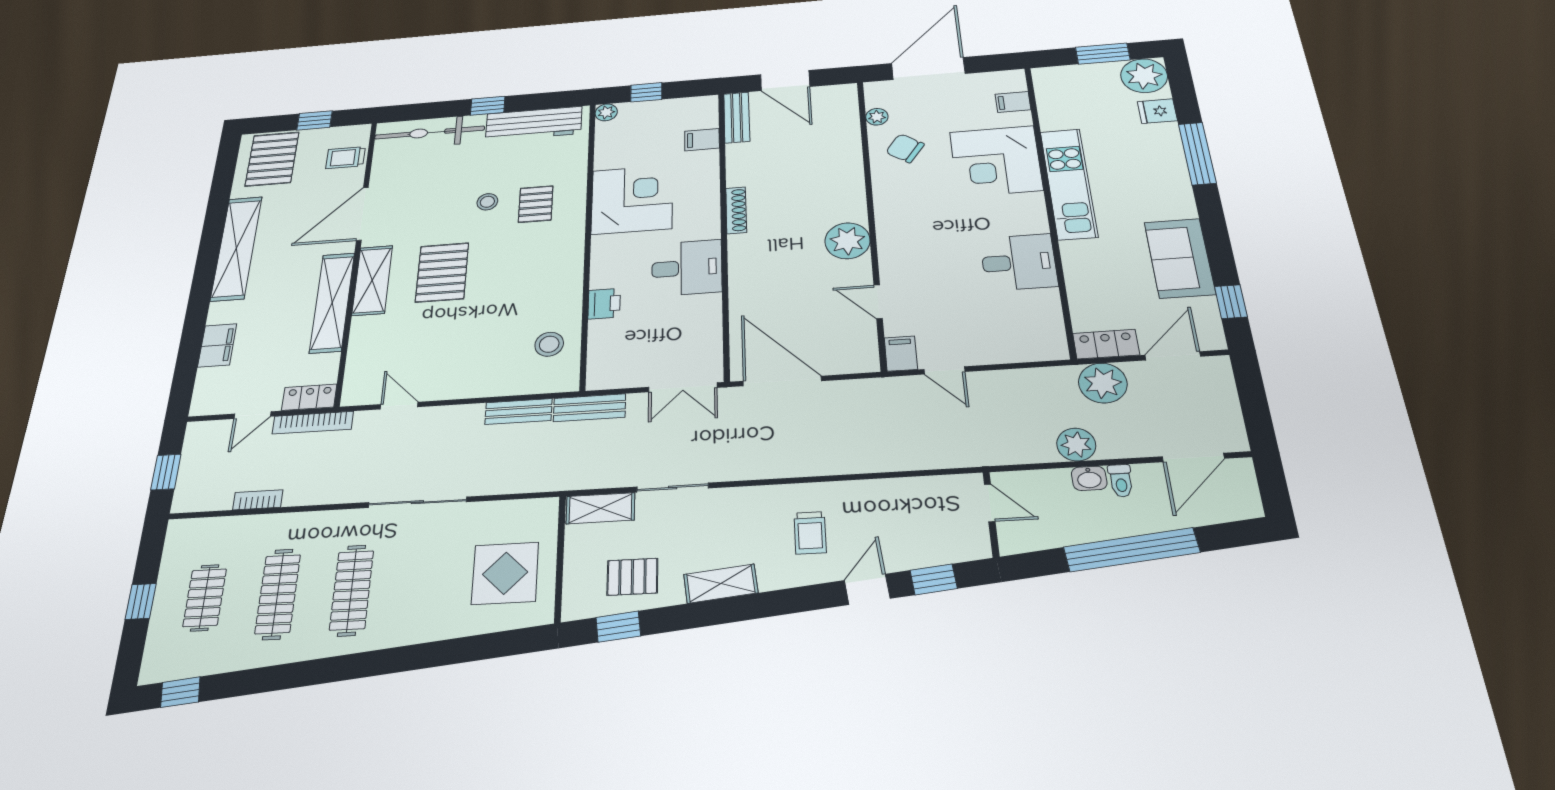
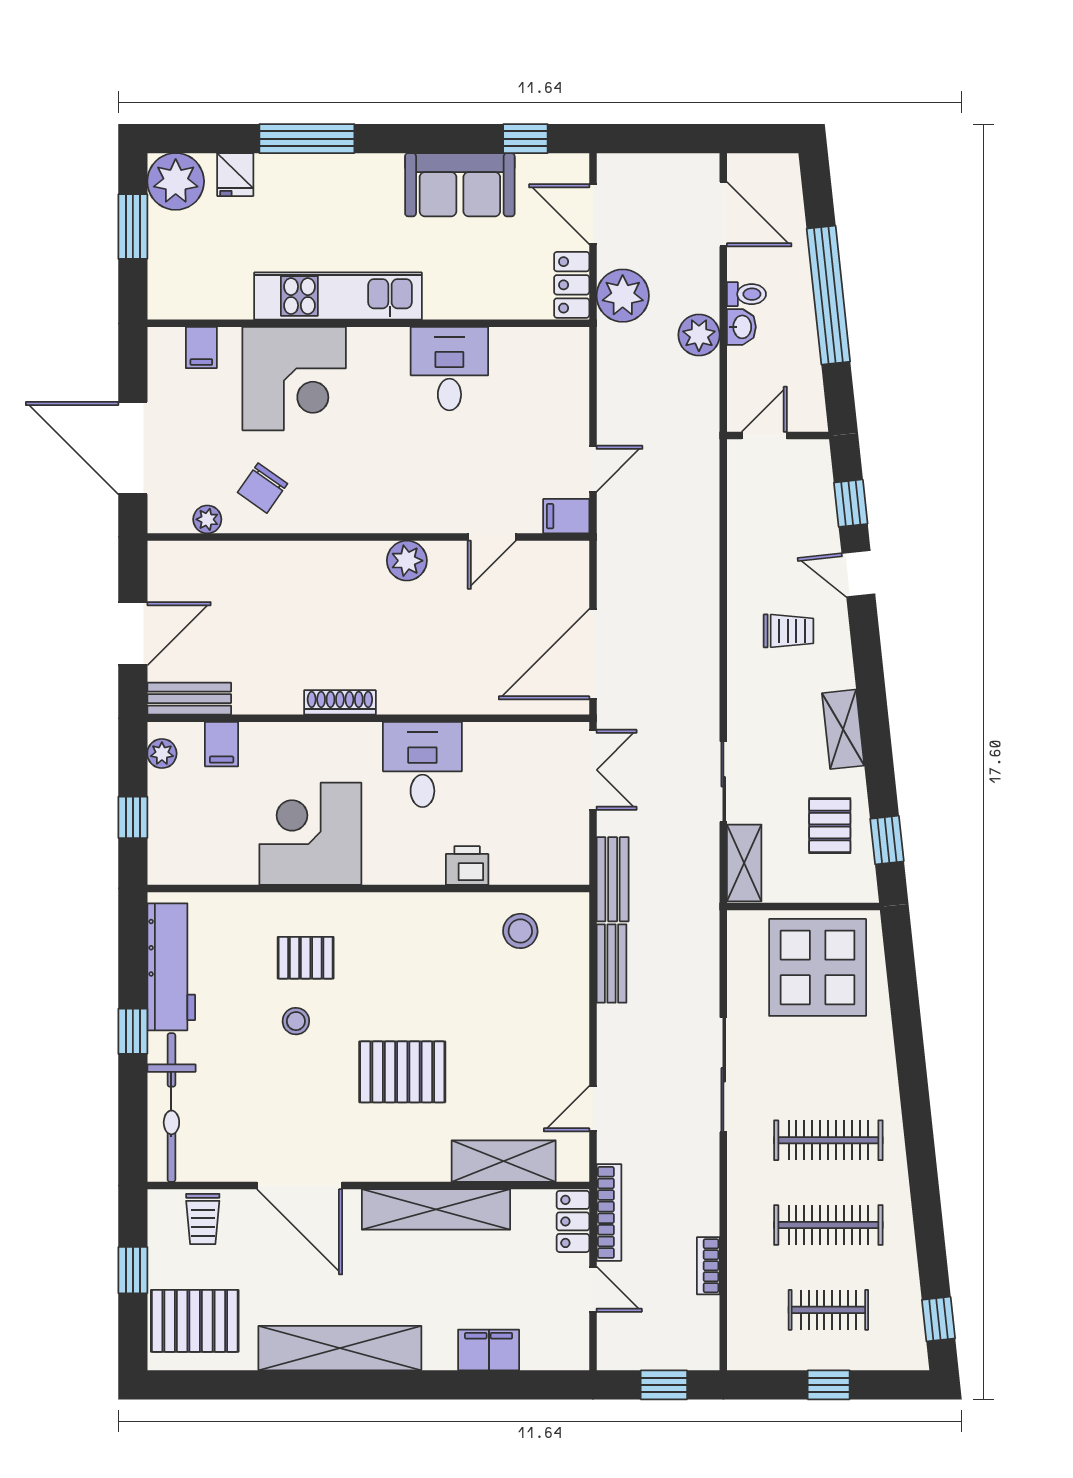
plant: (606, 112) -> (162, 753), moved
plant: (847, 241) -> (407, 561), width x0.73, depth x0.73
shelving: (372, 280) -> (504, 1161), moved
display table: (505, 573) -> (818, 967), width x1.36, depth x1.36

